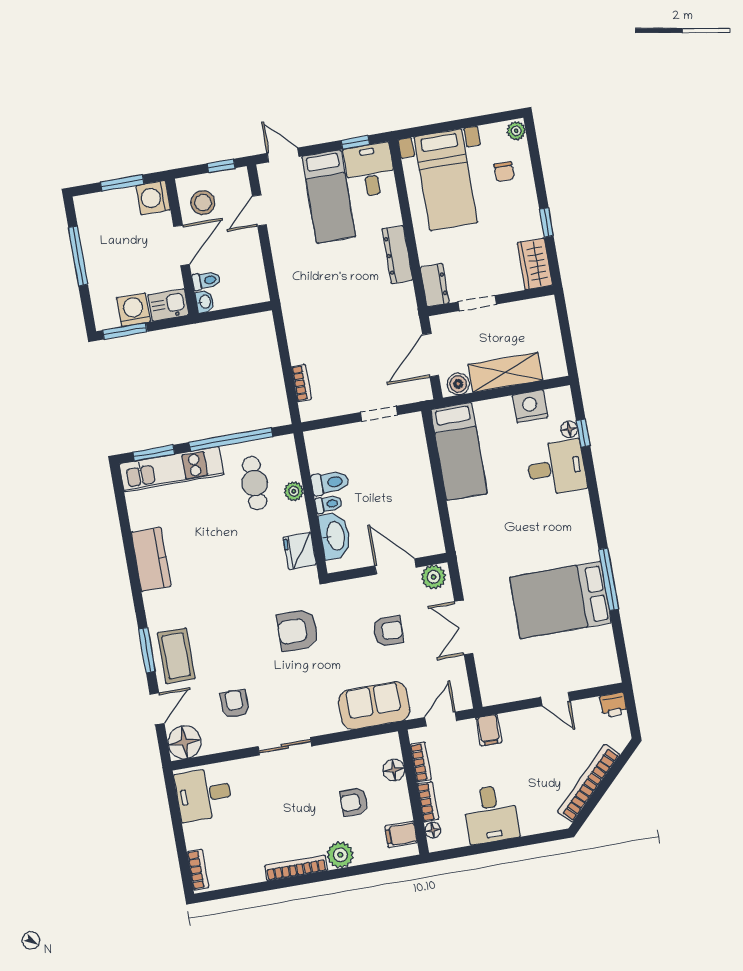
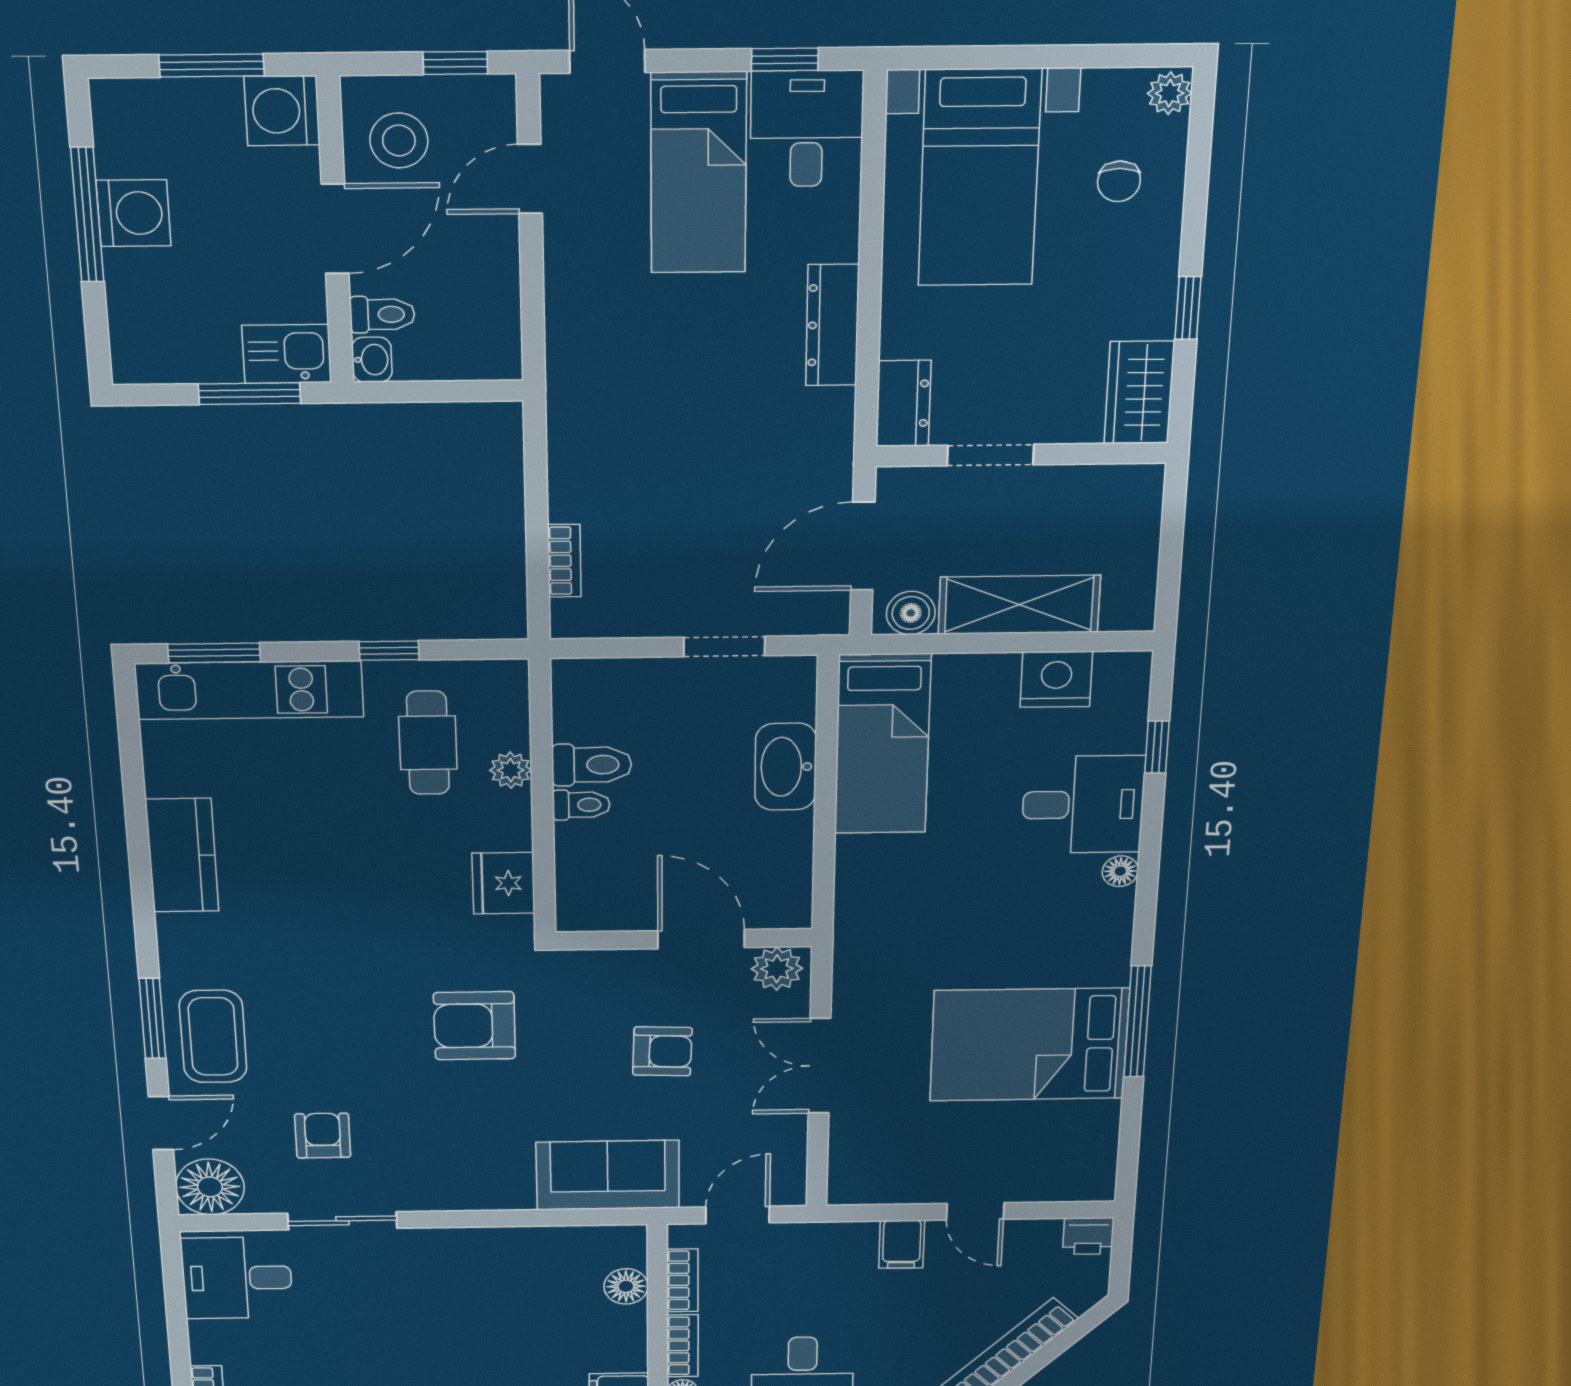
washing machine: (133, 310) -> (134, 213), moved, turned 90
window: (125, 331) -> (249, 394), moved
floor lamp: (569, 429) -> (1120, 871), moved
window: (231, 439) -> (389, 651), width x0.32
washbasin: (335, 536) -> (786, 767), moved, turned 180
filing cabinet: (489, 730) -> (902, 1244), moved
sliding door: (285, 746) -> (342, 1221), moved
armchair: (354, 802) -> (536, 1328), removed

